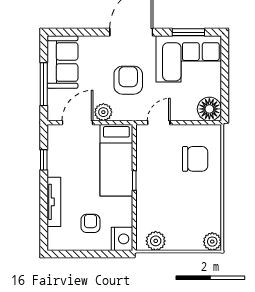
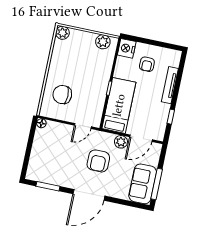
corner sofa: (189, 59) -> (52, 167), removed
window: (44, 84) -> (157, 184), moved
floor lamp: (209, 109) -> (41, 123), width x0.53, depth x0.53

